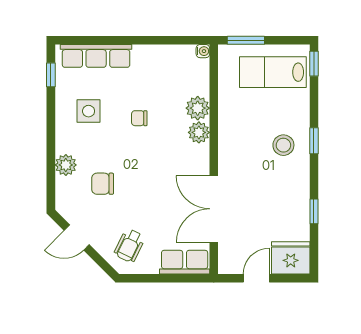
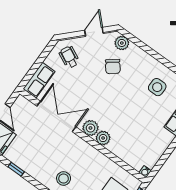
plant: (198, 108) -> (90, 128), moved
chair: (139, 118) -> (134, 112), removed
plant: (66, 165) -> (122, 43), moved
chair: (103, 184) -> (113, 67), turned 142

